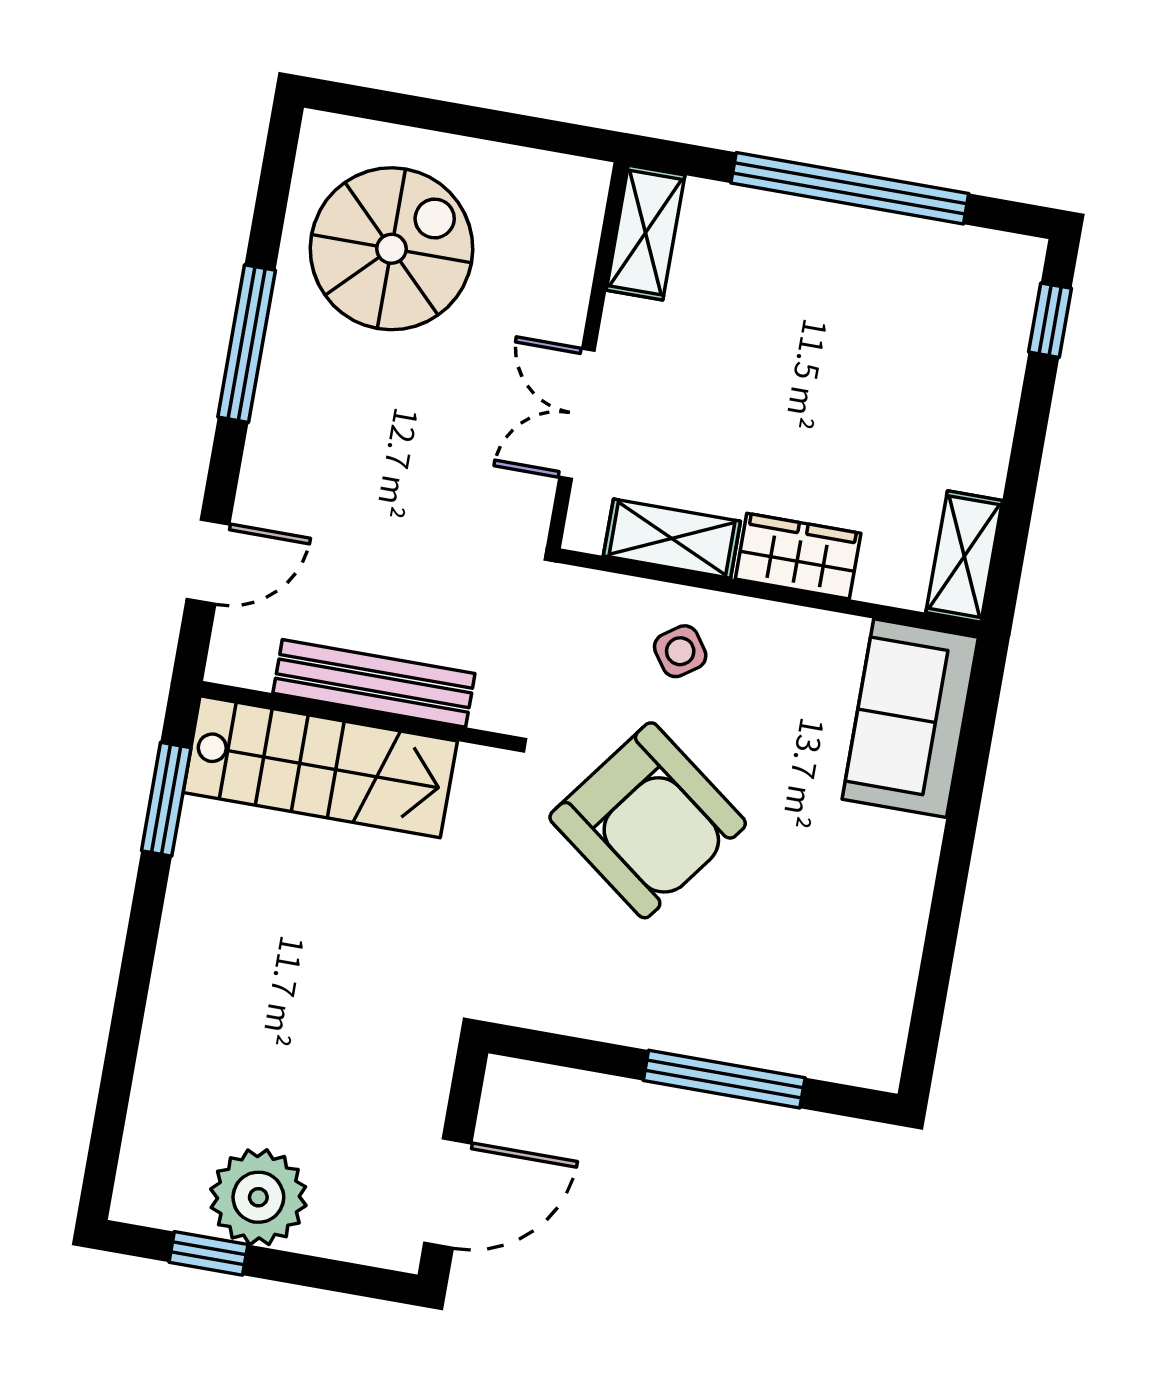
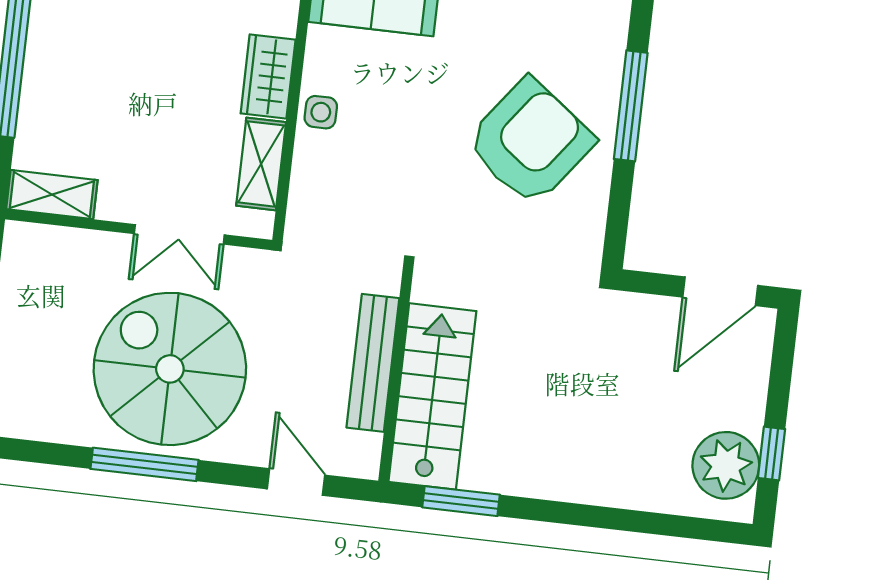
spiral stairs: (391, 249) -> (170, 369), moved, width x1.37, depth x1.37
side table: (680, 651) -> (321, 112), moved, turned 35
armchair: (648, 820) -> (530, 142), moved
door: (448, 1193) -> (720, 291), swing flipped
plant: (258, 1197) -> (726, 465), moved

